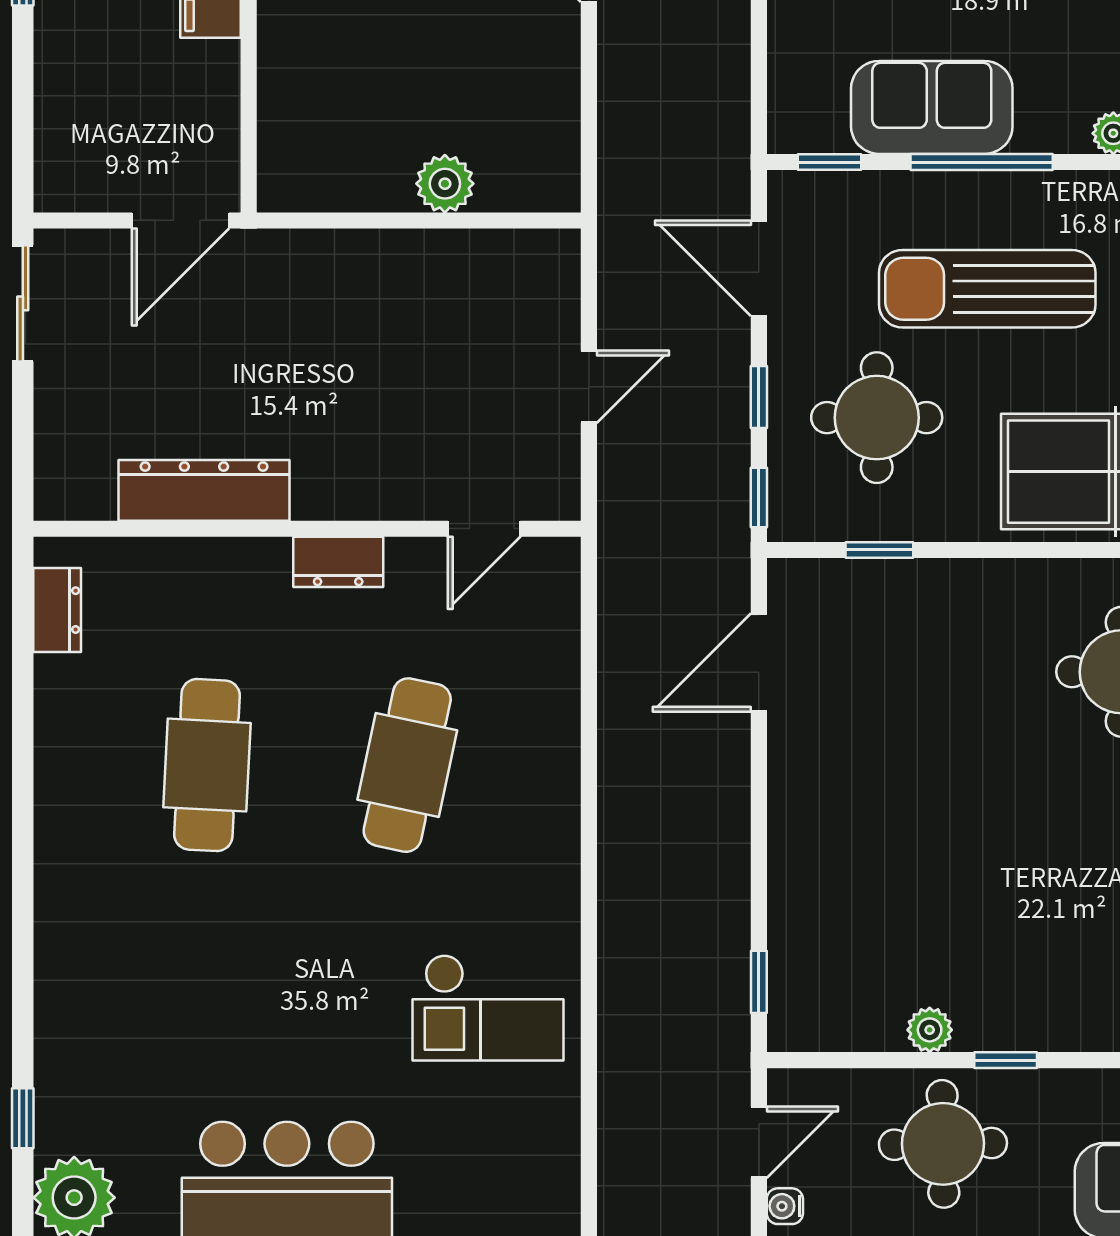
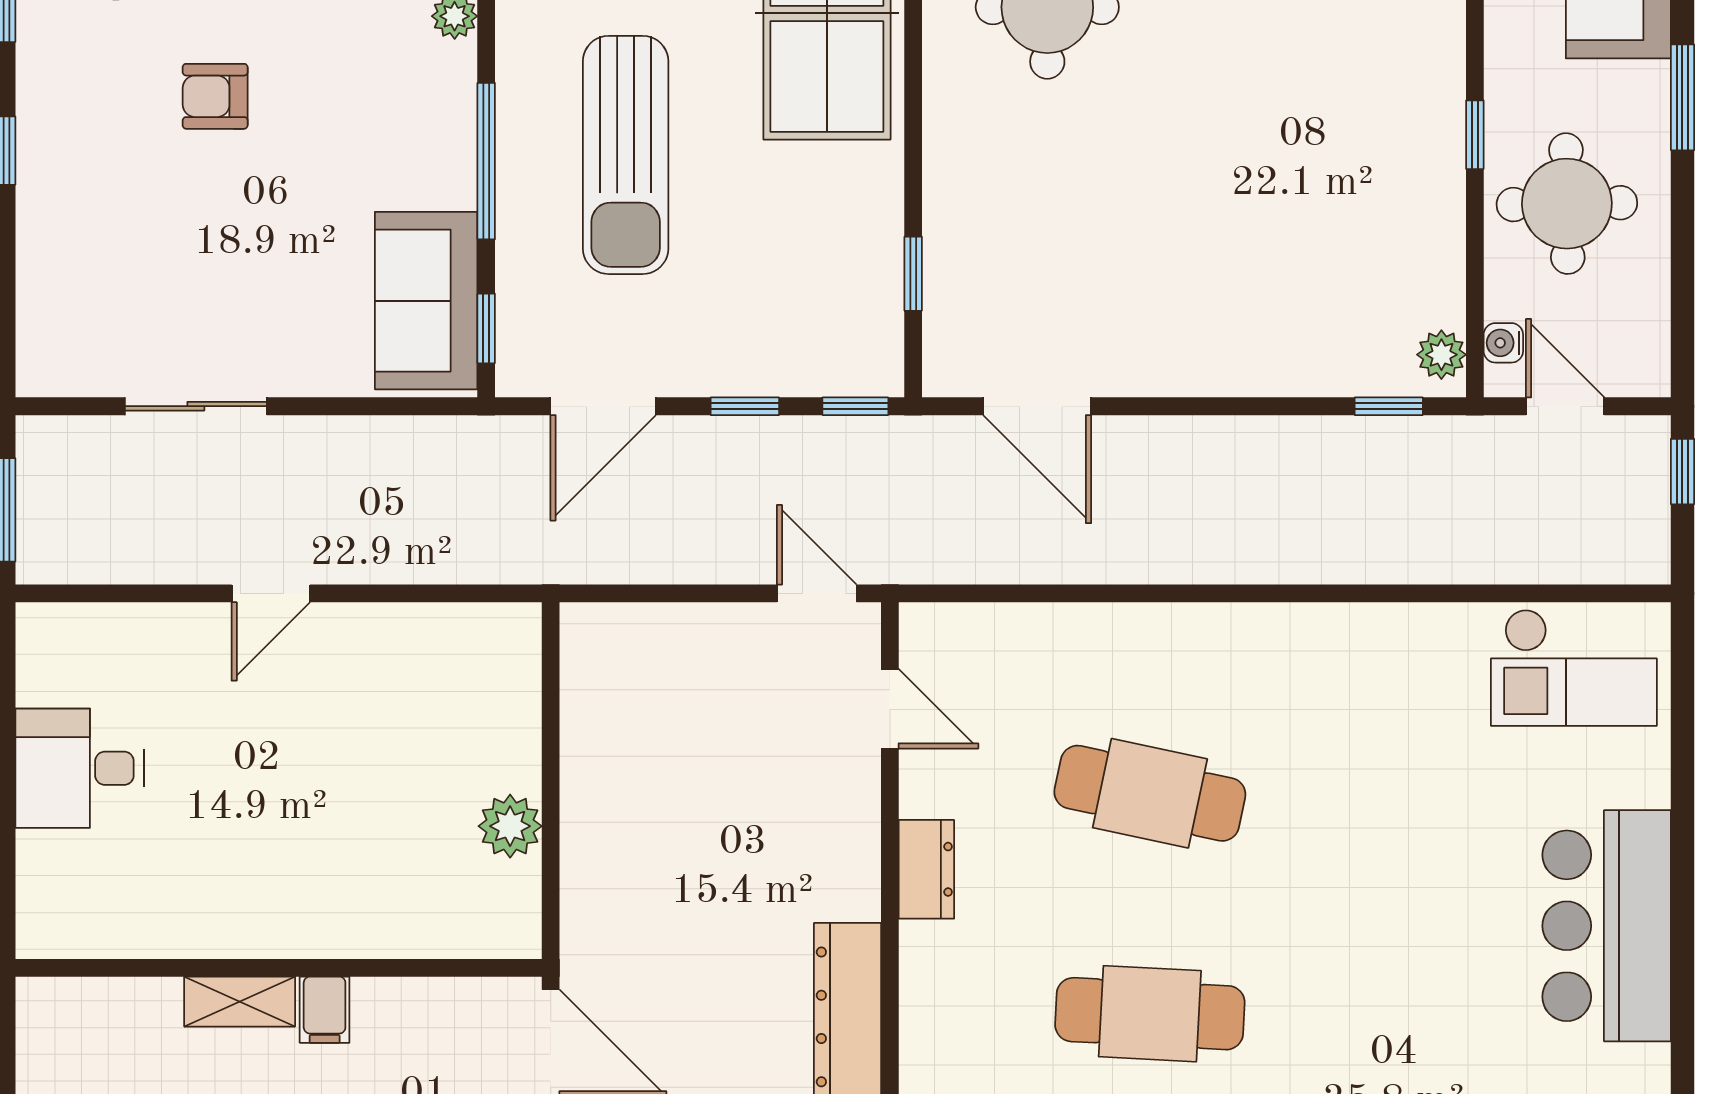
sofa: (932, 107) -> (426, 301), moved
plant: (445, 184) -> (510, 826), moved
door: (589, 387) -> (817, 593), moved
round table: (877, 418) -> (767, 277), removed
checkout: (488, 1008) -> (1574, 668), moved, turned 90
plant: (930, 1030) -> (1441, 355), moved
water cooler: (785, 1206) -> (1503, 343), moved, turned 90

